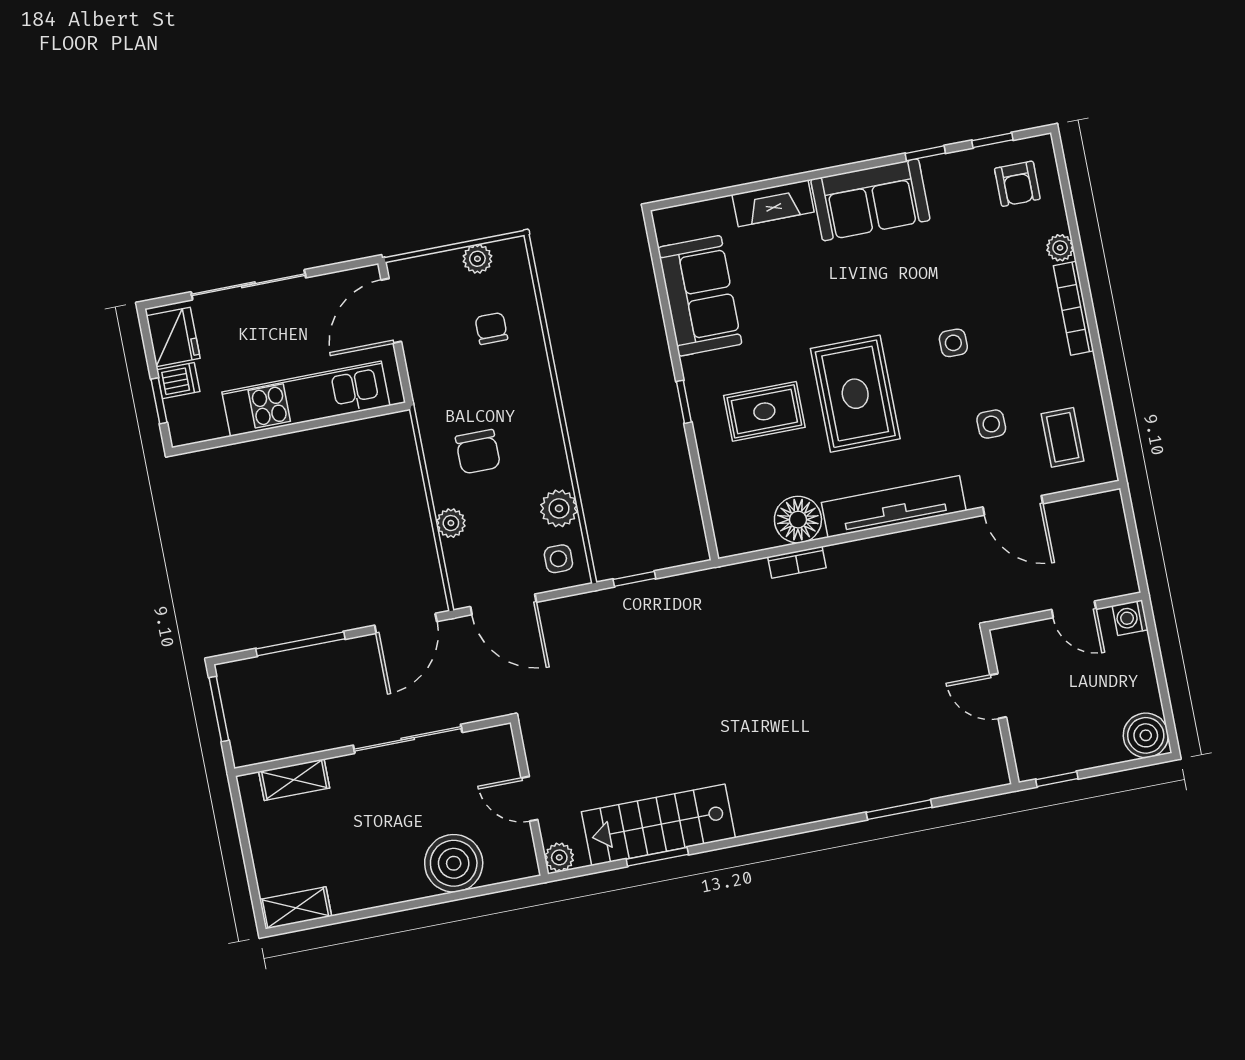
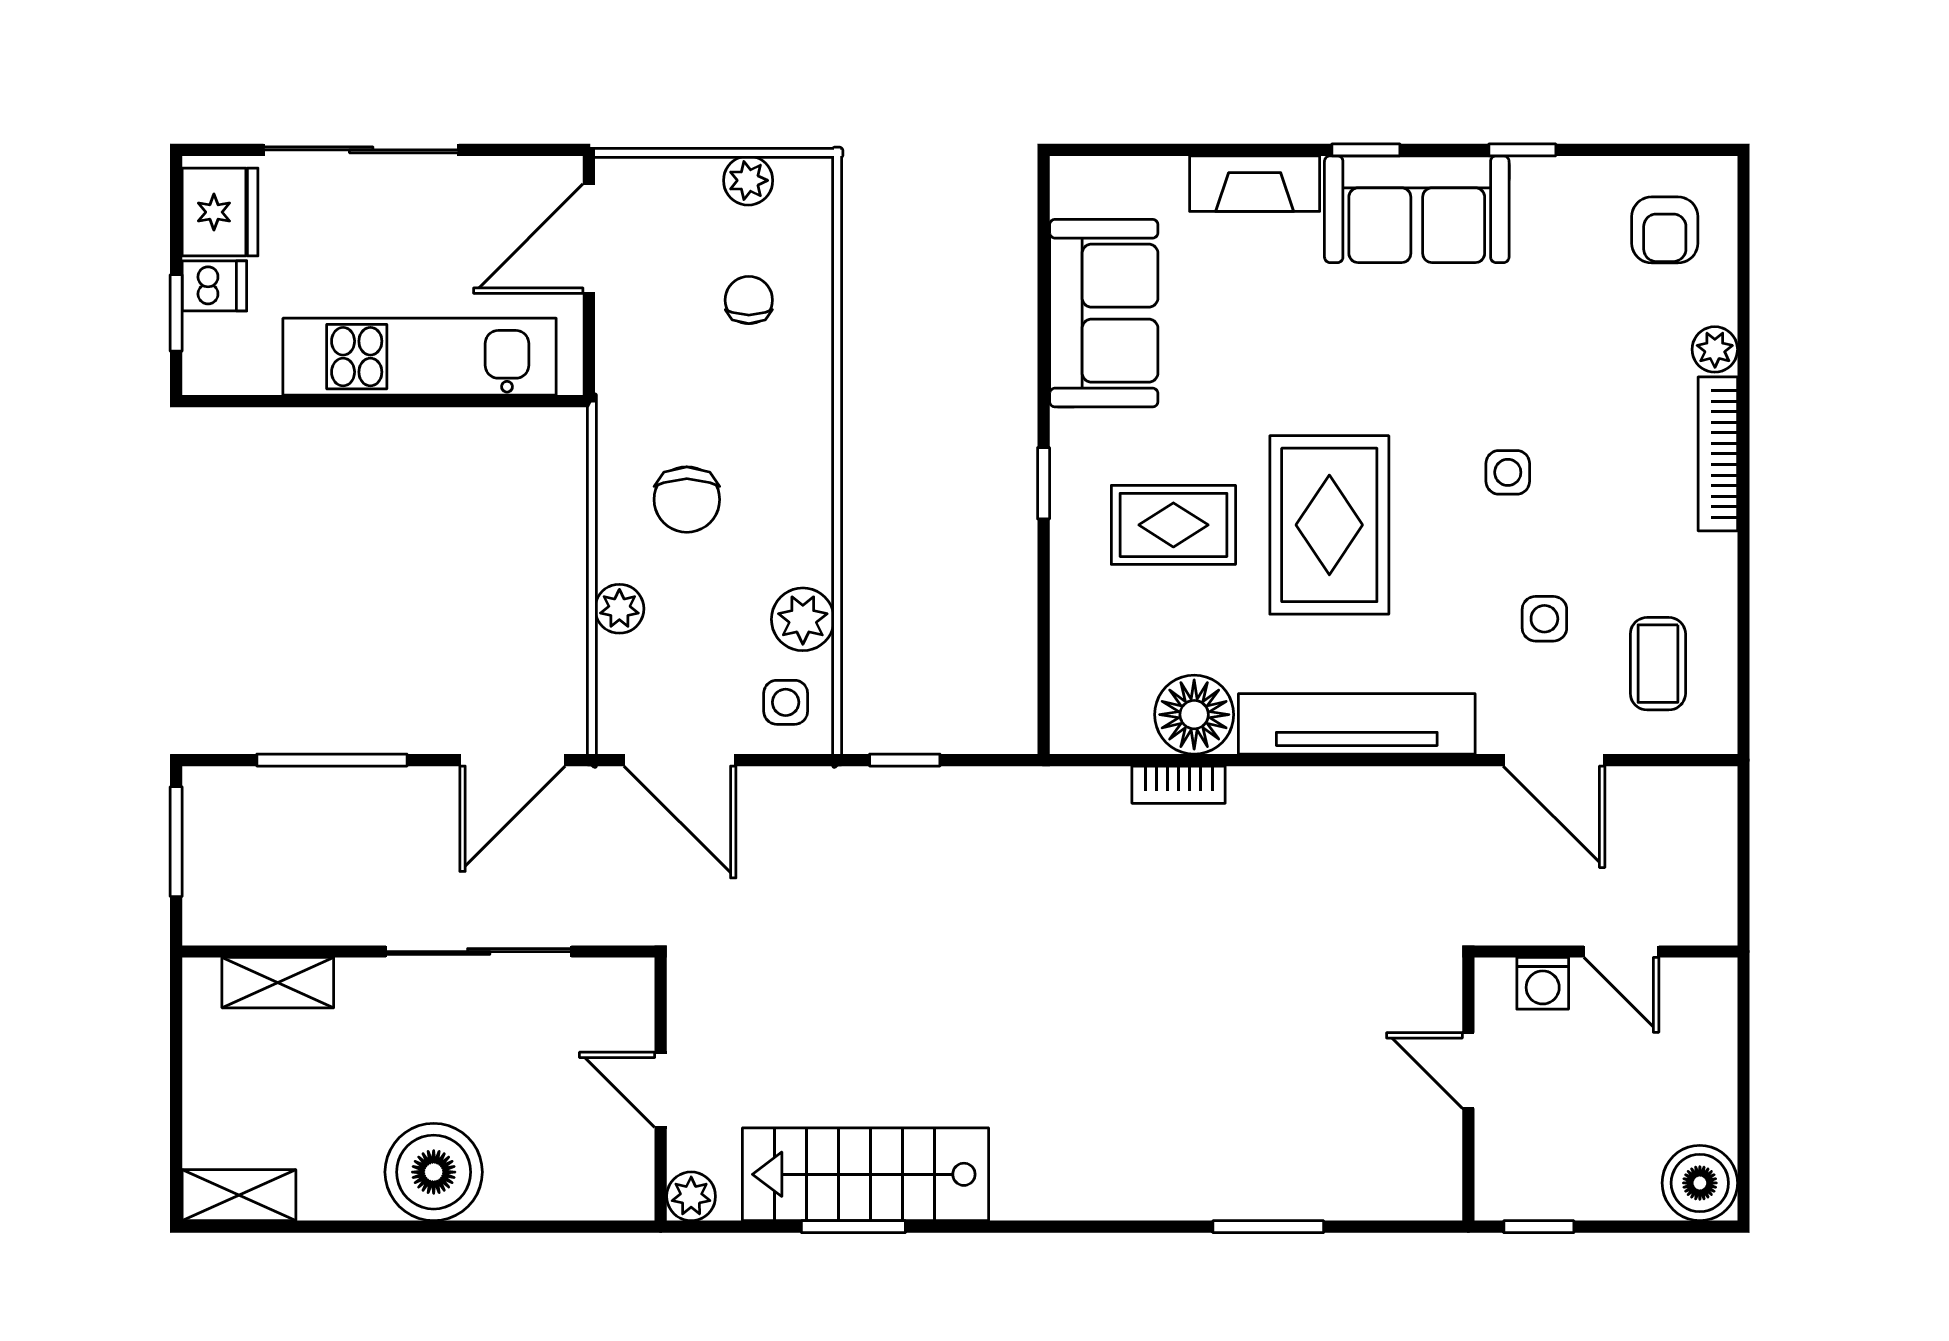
window: (992, 140) -> (1366, 150), moved
washing machine: (1130, 618) -> (1543, 983), moved, turned -90
boiler: (454, 863) -> (434, 1172), moved

